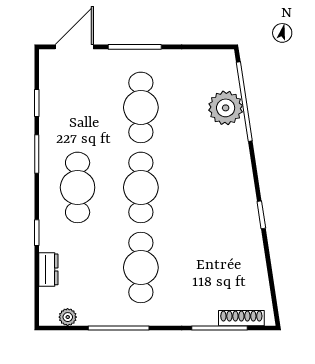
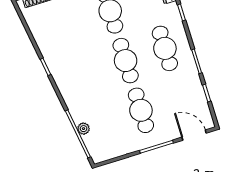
door: (74, 47) -> (194, 135), swing flipped
plant: (226, 108) -> (84, 129), width x0.53, depth x0.53

